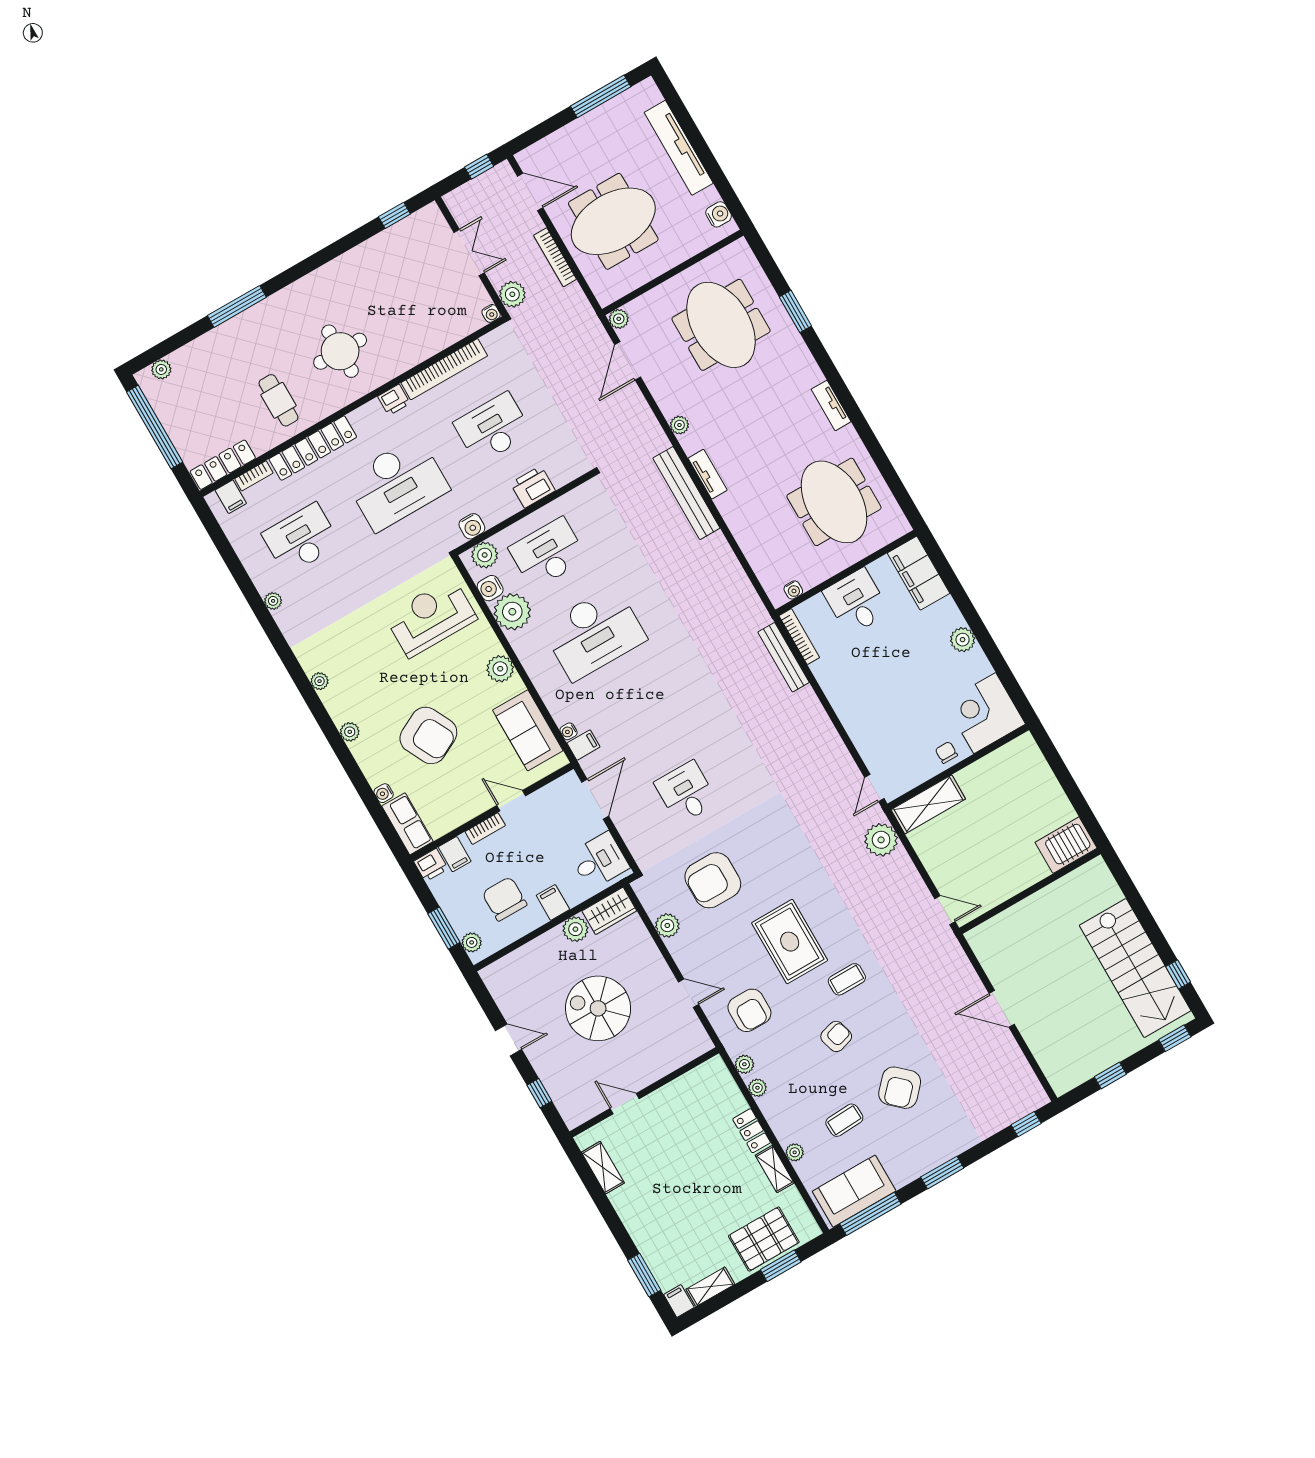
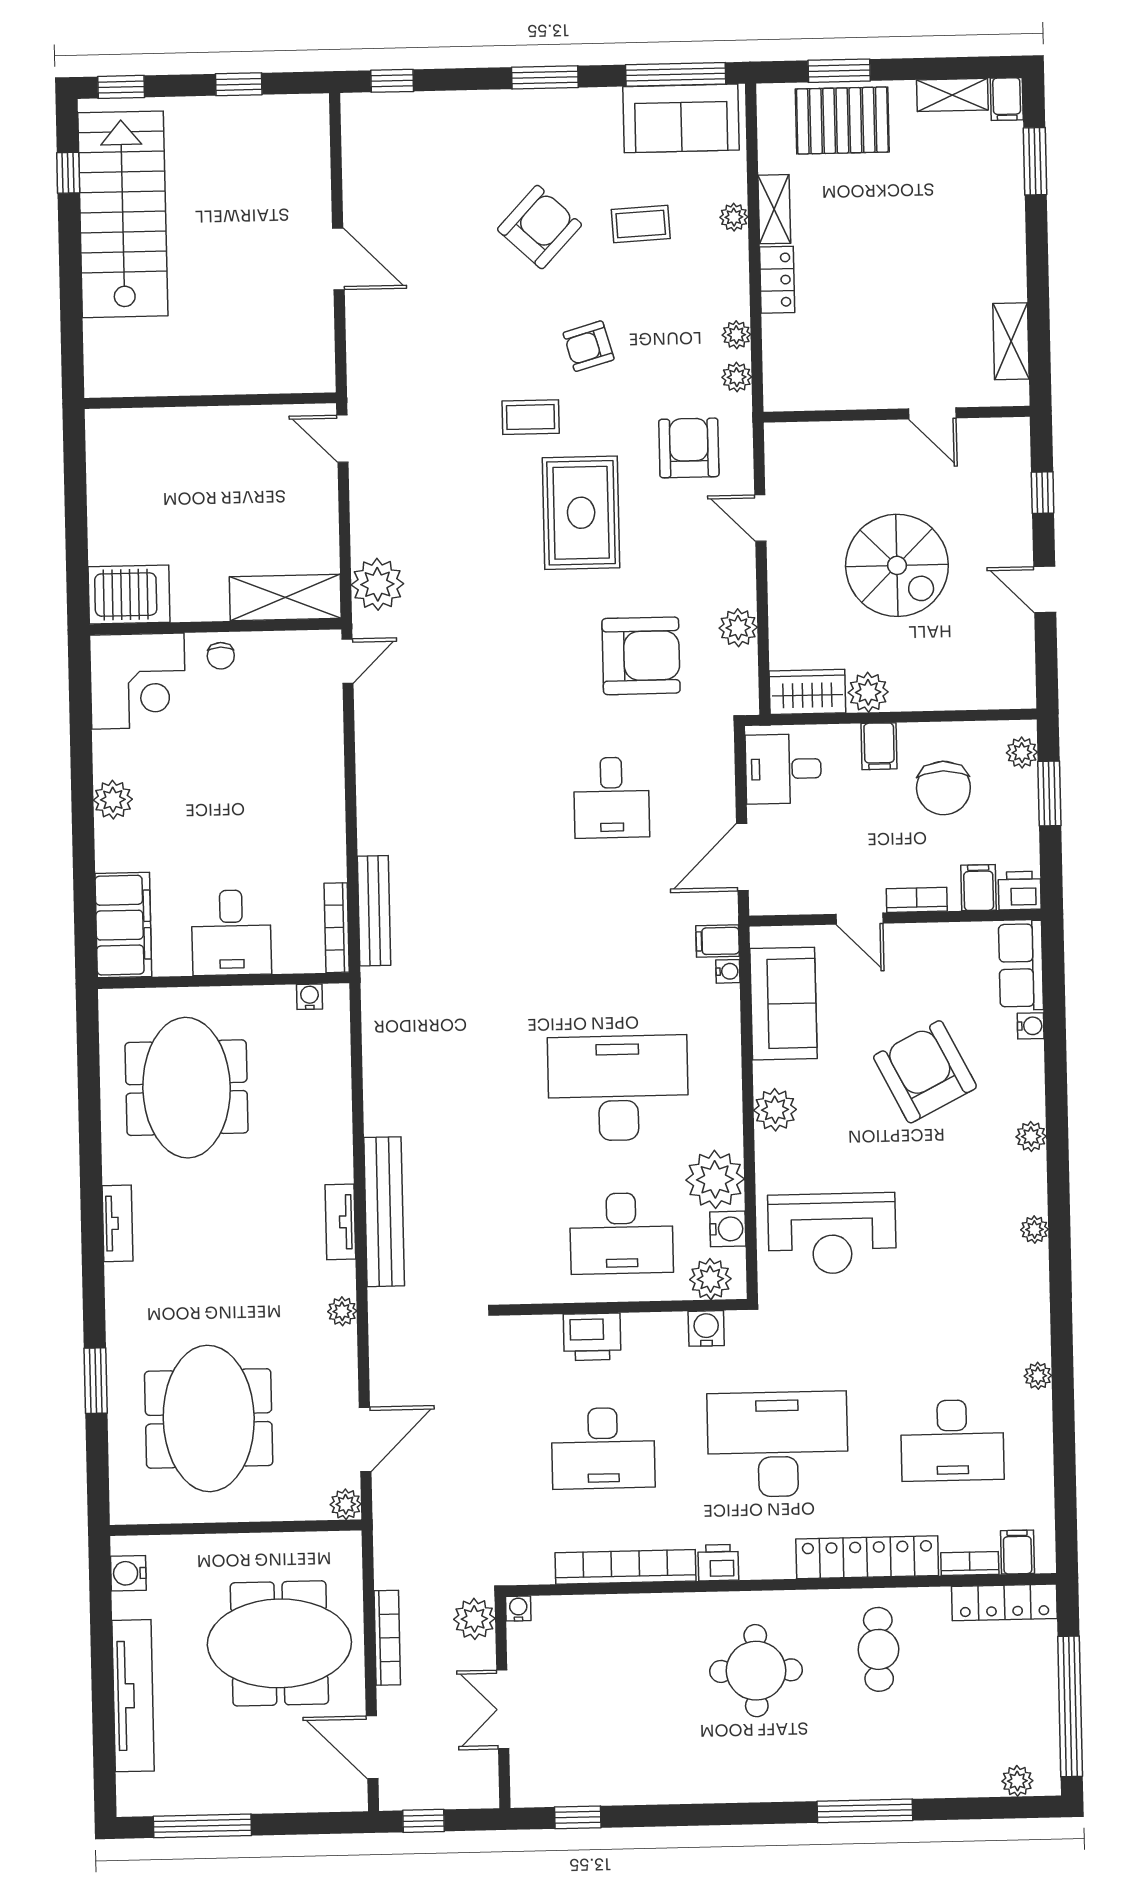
server rack: (1066, 845) -> (129, 594), moved

